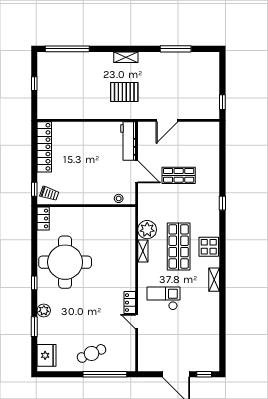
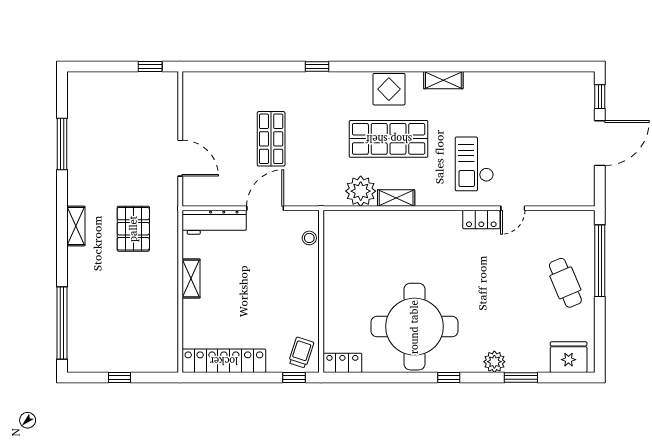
shelving: (94, 127) -> (191, 278), added

